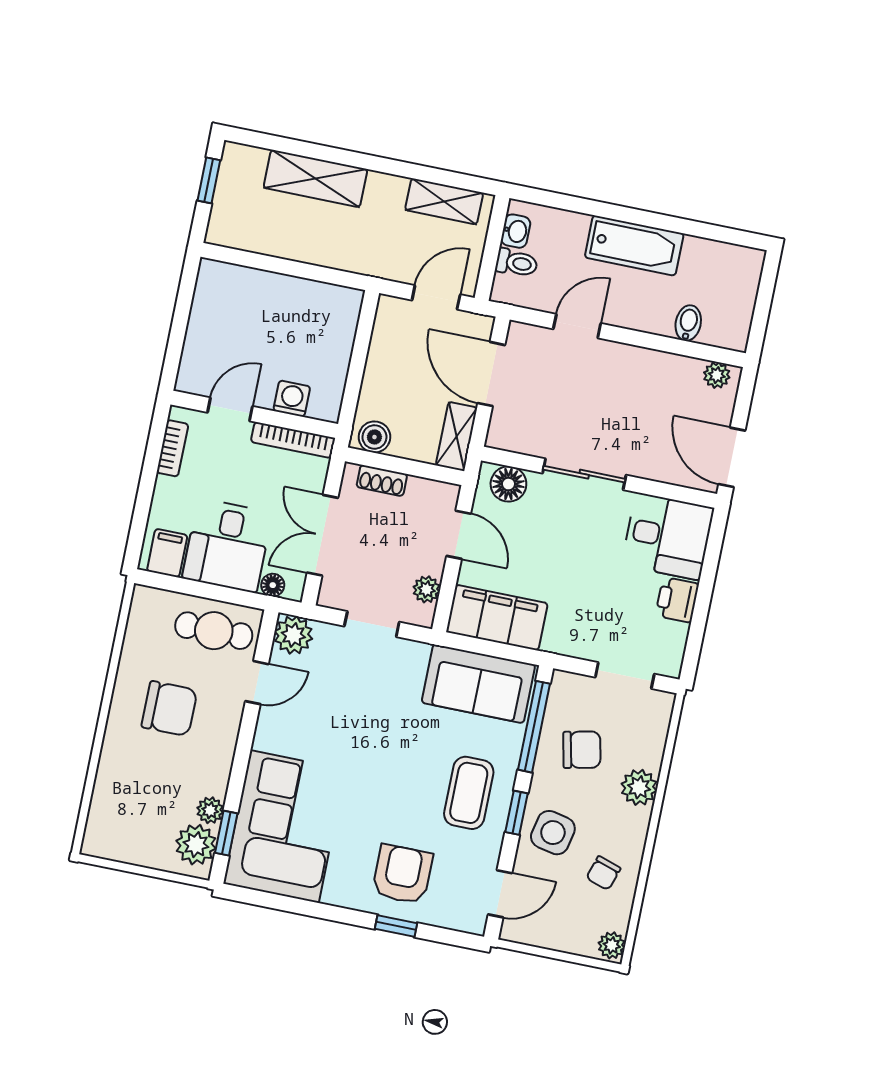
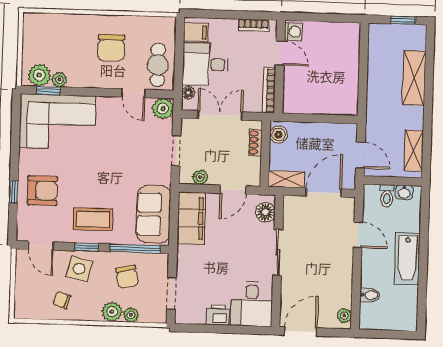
washing machine: (292, 399) -> (293, 32), moved
plant: (612, 945) -> (131, 315), moved

